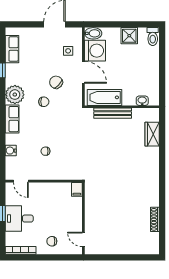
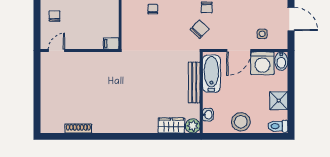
stool: (149, 70) -> (241, 122), added
chair: (56, 82) -> (200, 29), moved
plant: (152, 115) -> (193, 126), added

